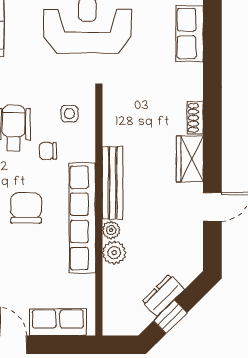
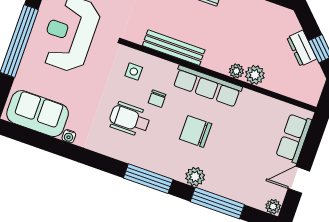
bench: (113, 183) -> (174, 48), moved
row of seats: (82, 218) -> (207, 86), width x0.73

